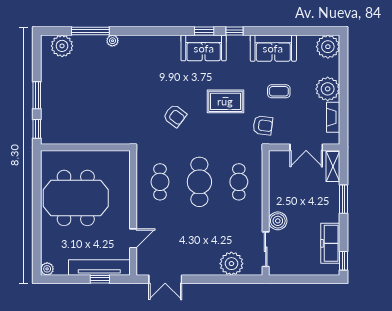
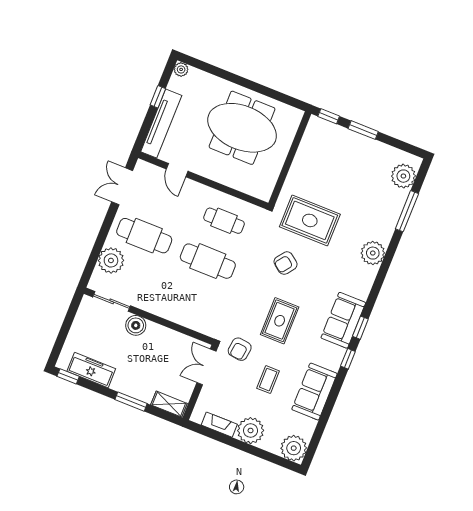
plant: (112, 41) -> (373, 253), moved, width x1.88, depth x1.88
rug: (131, 110) -> (310, 220), added
double door: (306, 147) -> (206, 367), moved
cafe table: (239, 182) -> (144, 236), moved, width x1.37, depth x1.35
meeting table: (76, 198) -> (242, 128), turned 90
window: (100, 279) -> (158, 97), moved

